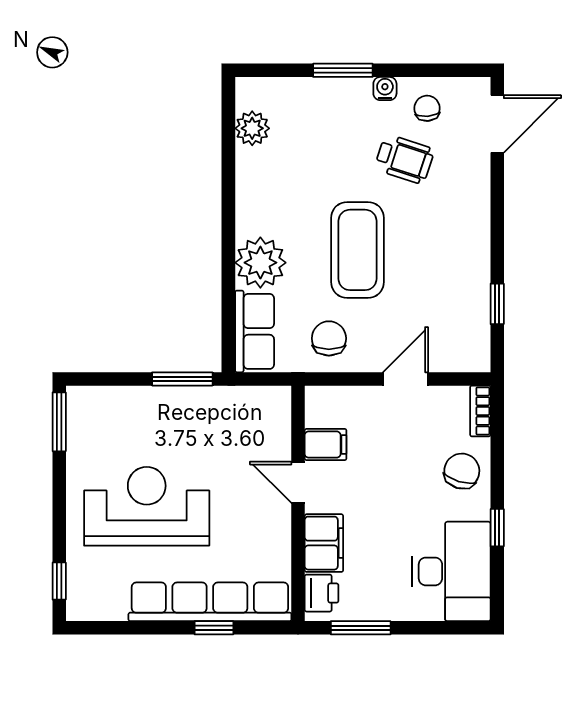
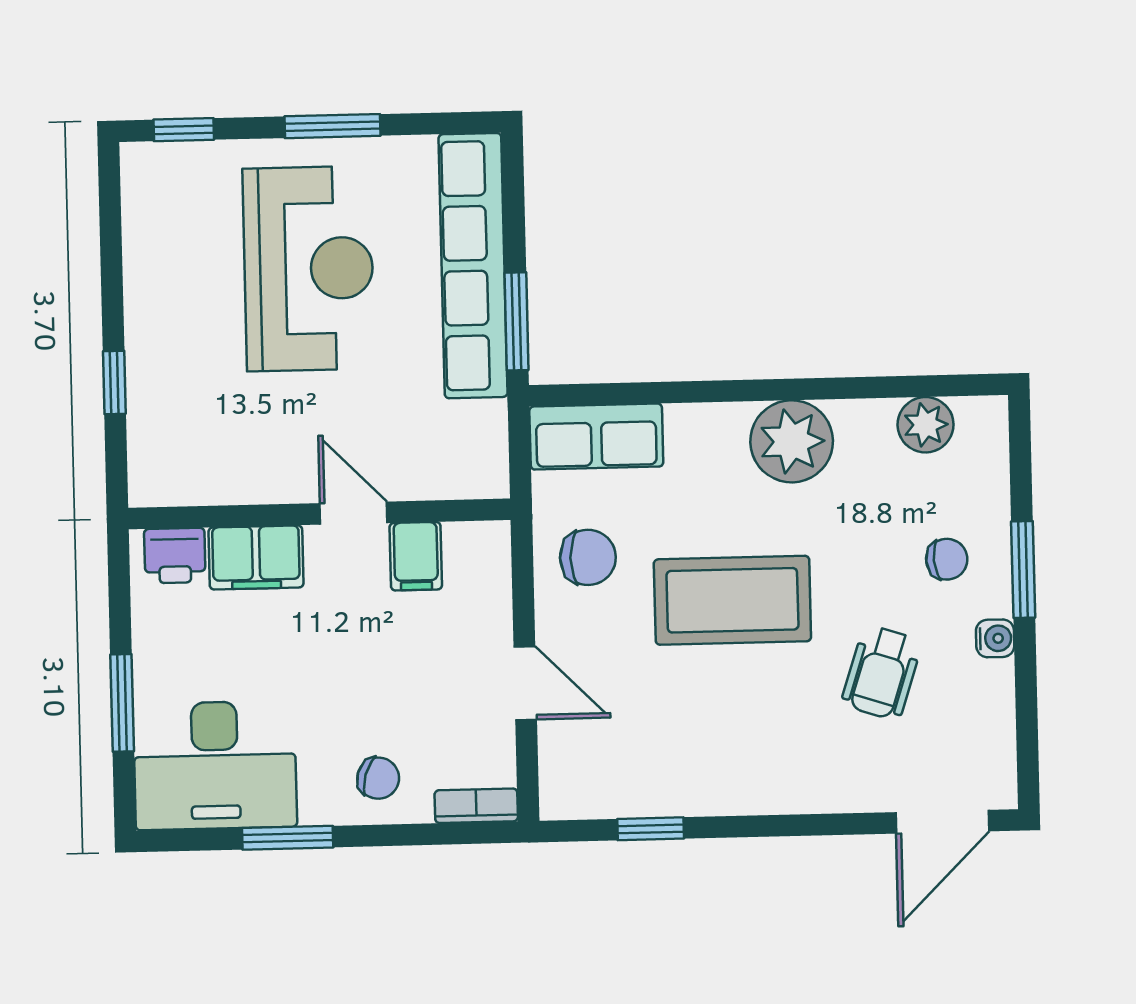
chair: (427, 108) -> (947, 559), moved
door: (497, 124) -> (942, 822), hinge flipped
plant: (260, 263) -> (792, 441), moved
window: (59, 422) -> (333, 126), moved
chair: (462, 471) -> (378, 778), width x0.73, depth x0.73
door: (298, 482) -> (354, 513), hinge flipped
window: (497, 528) -> (288, 838), width x1.50
row of seats: (210, 602) -> (473, 266), moved, turned 180
window: (361, 628) -> (122, 703), moved

